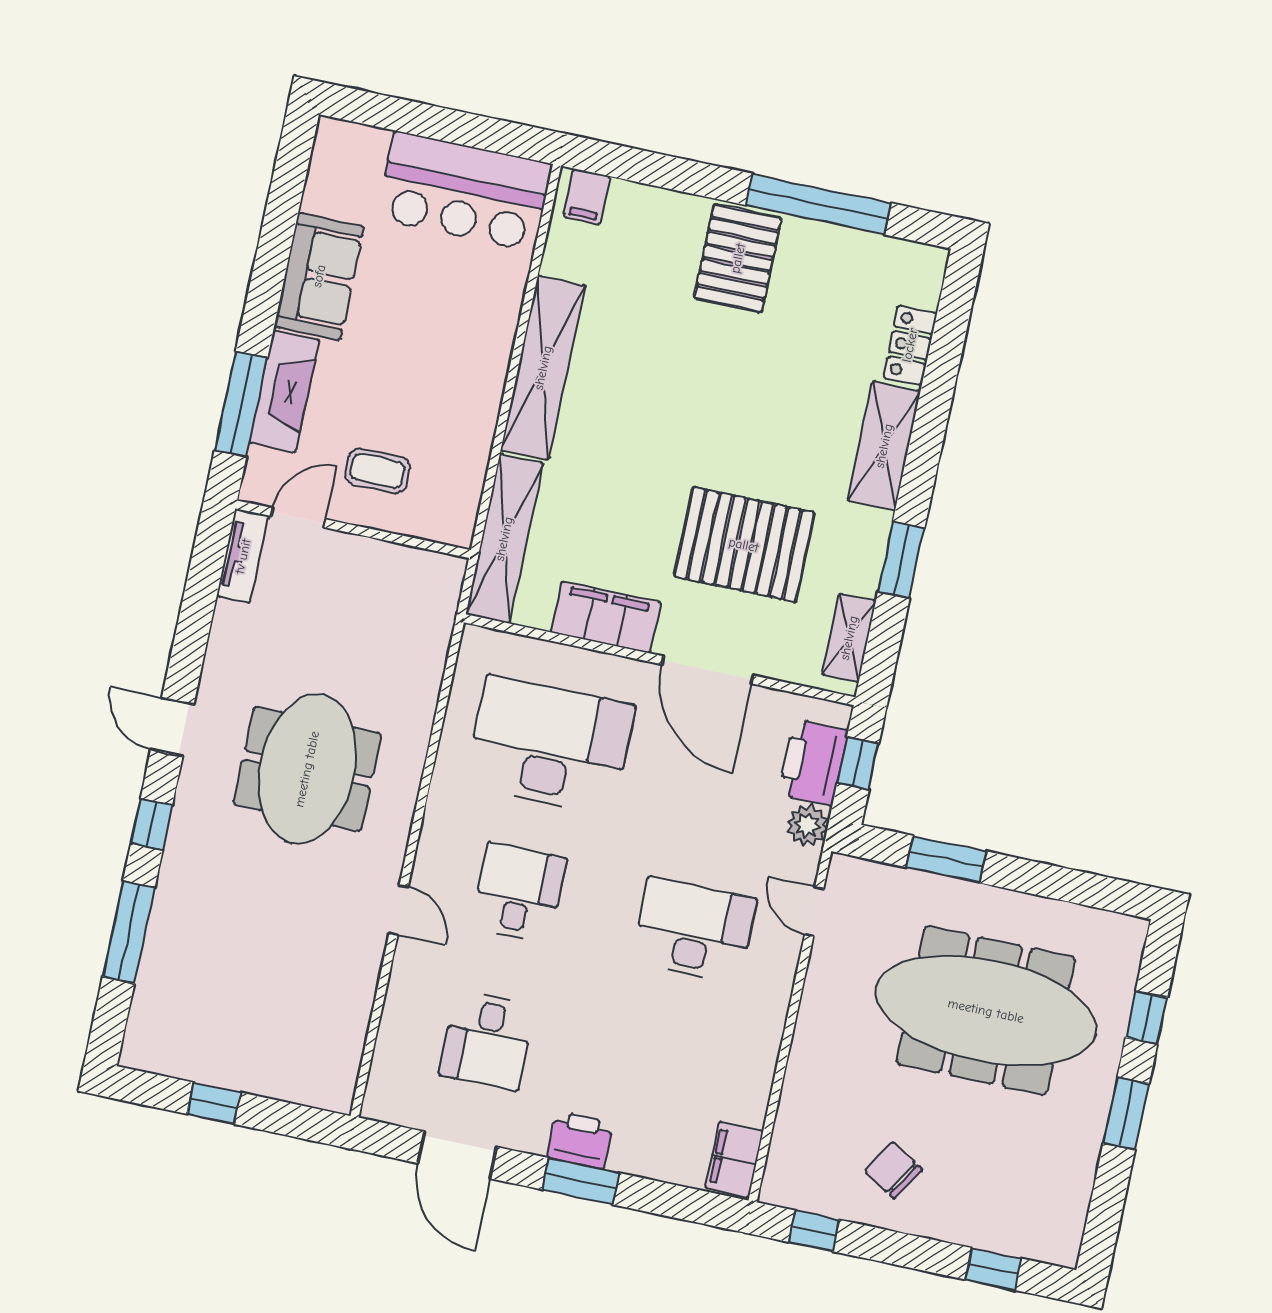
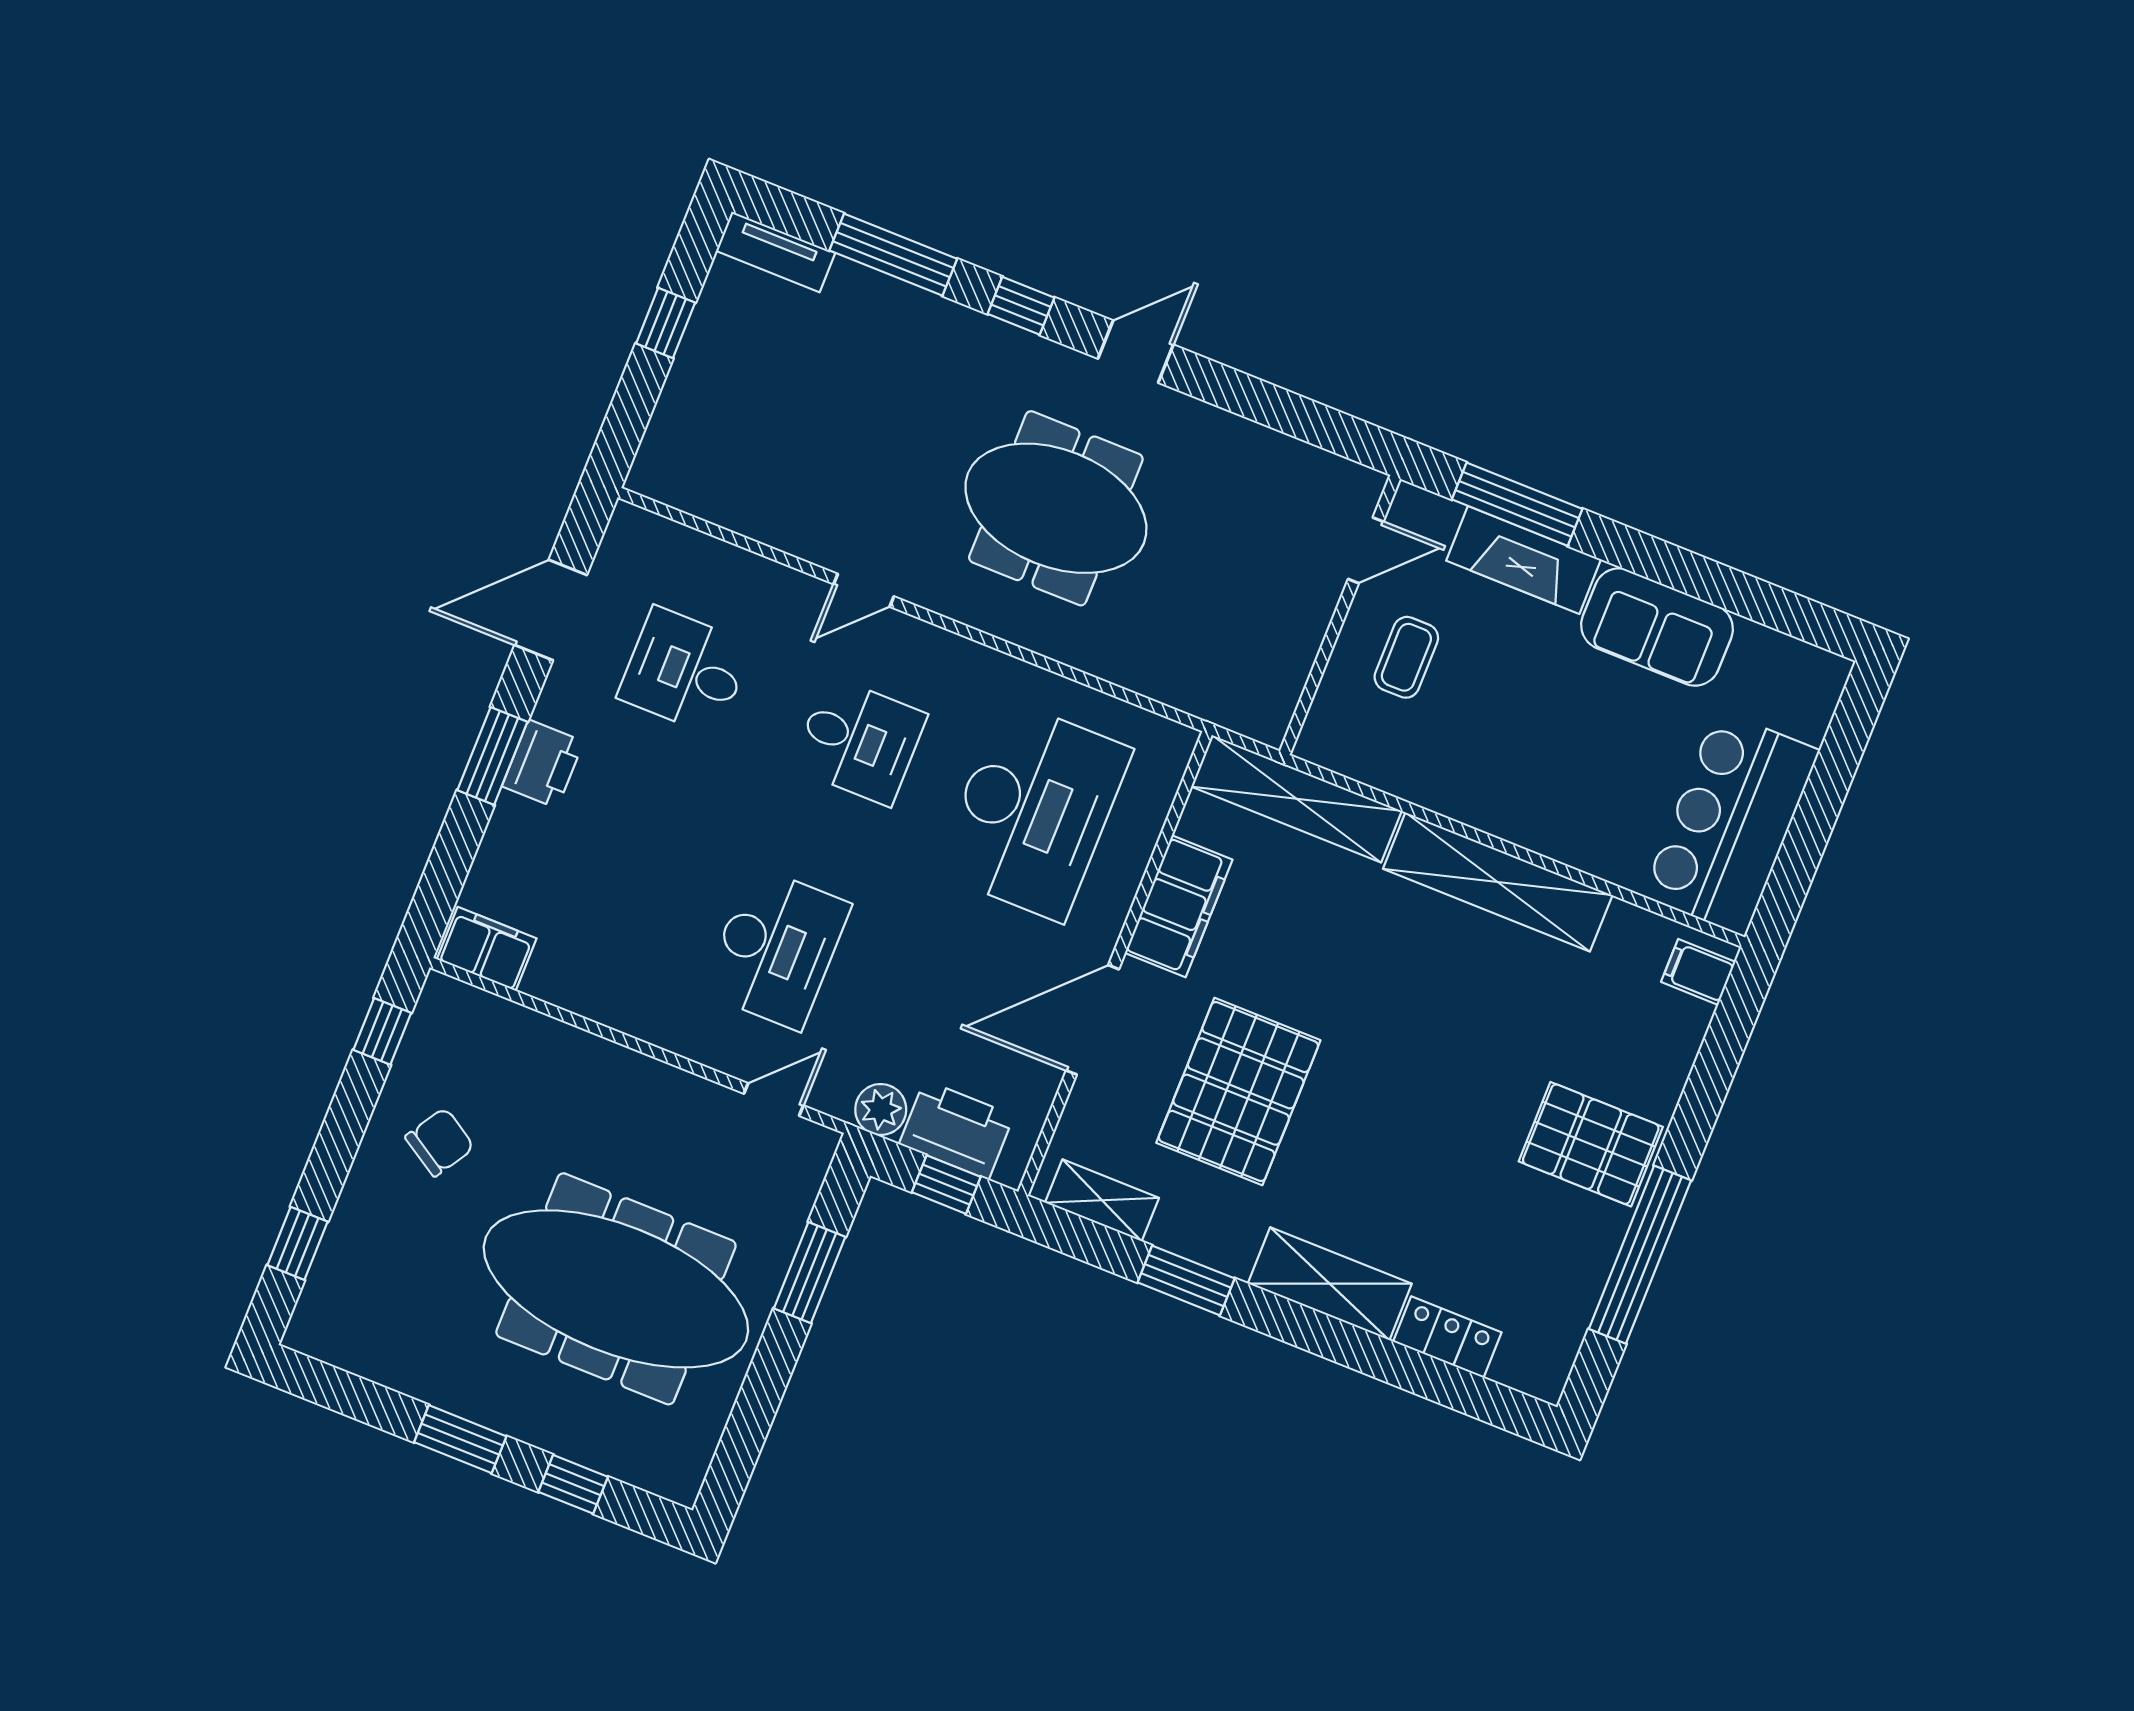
door: (298, 518) -> (1366, 550), hinge flipped
tv unit: (243, 556) -> (776, 252), moved
meeting table: (986, 1011) -> (616, 1289), turned 90

